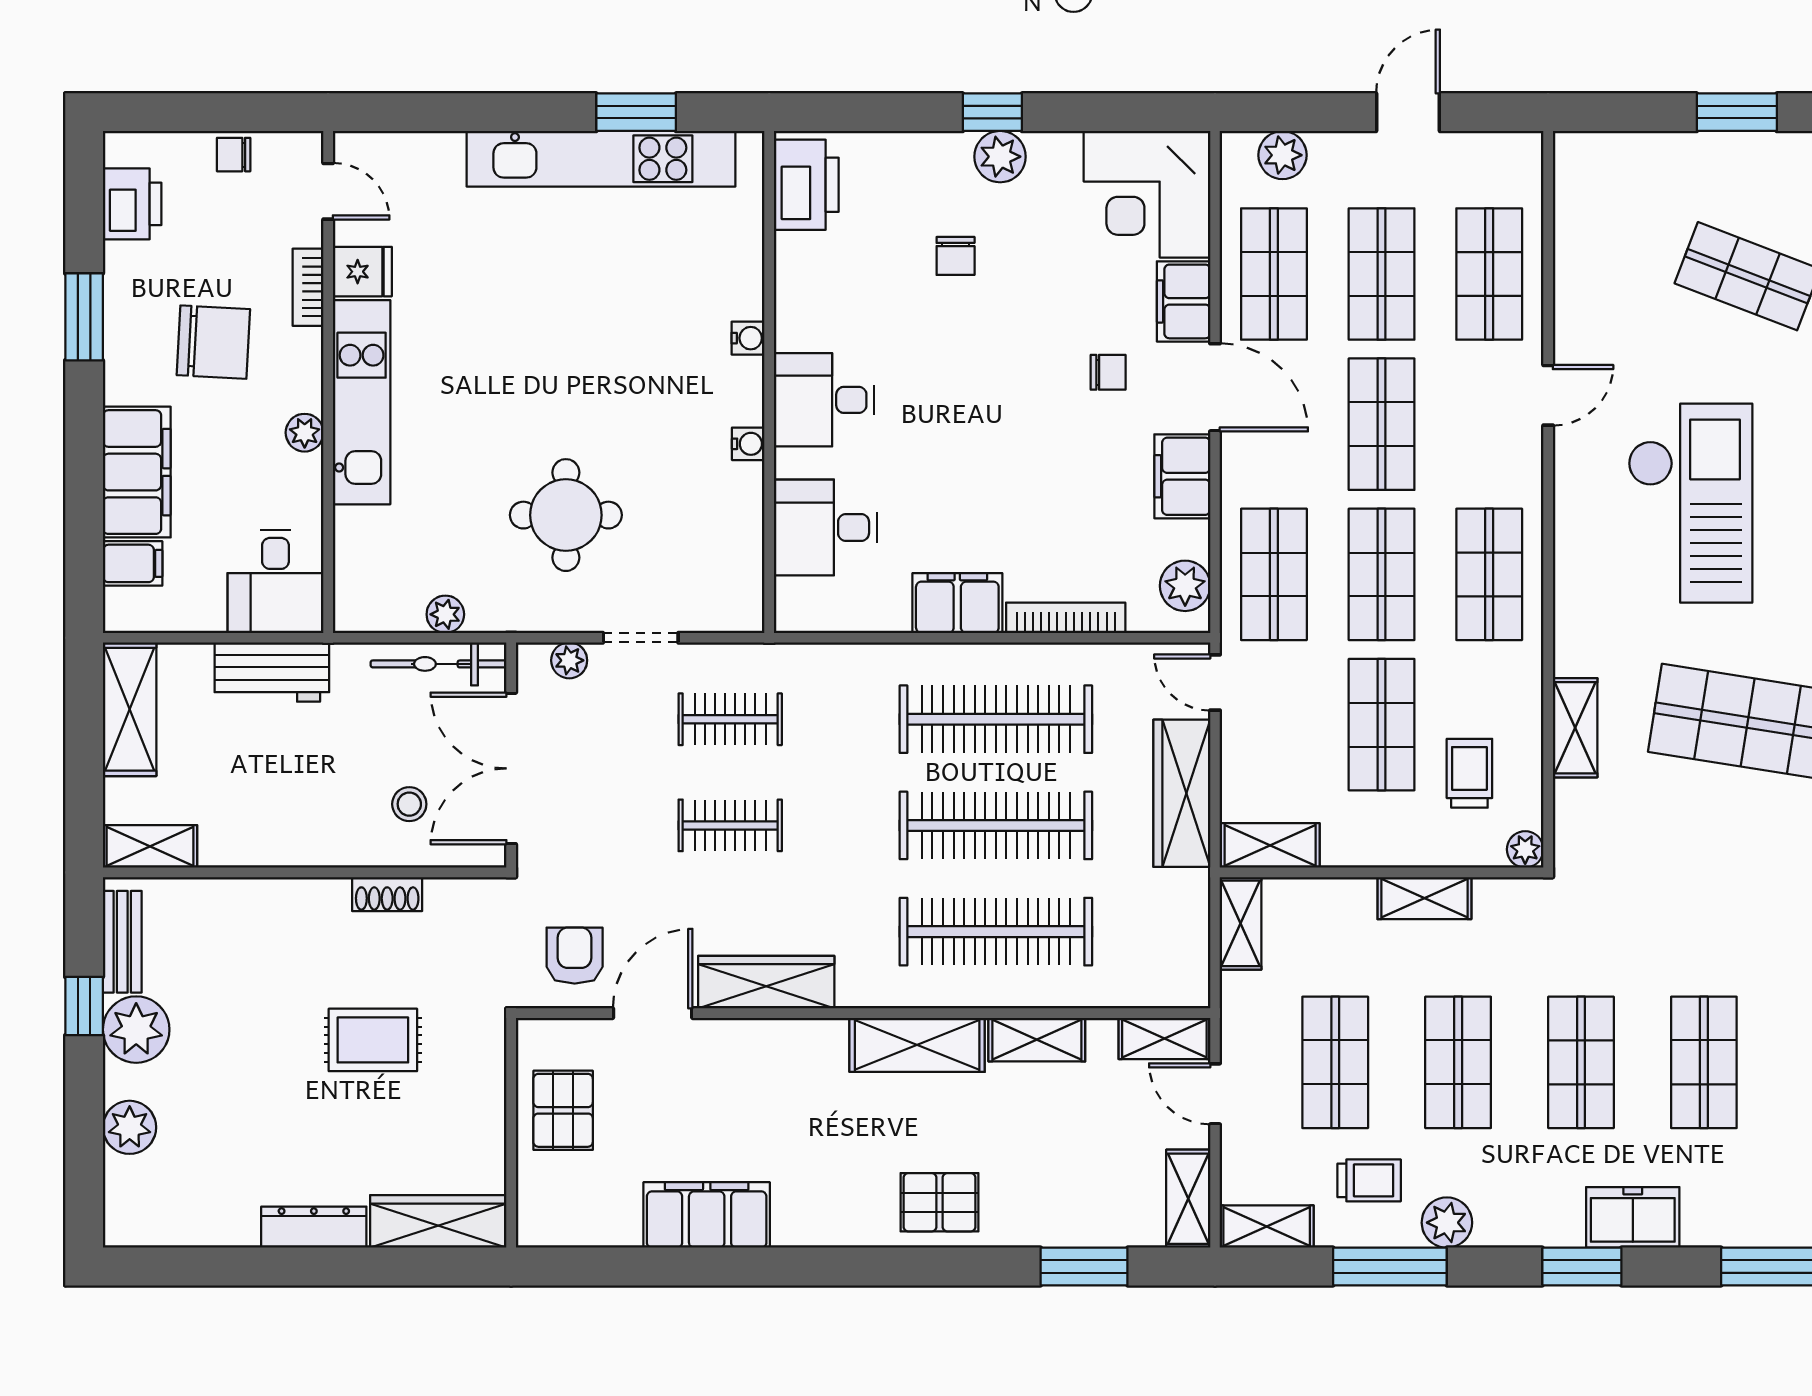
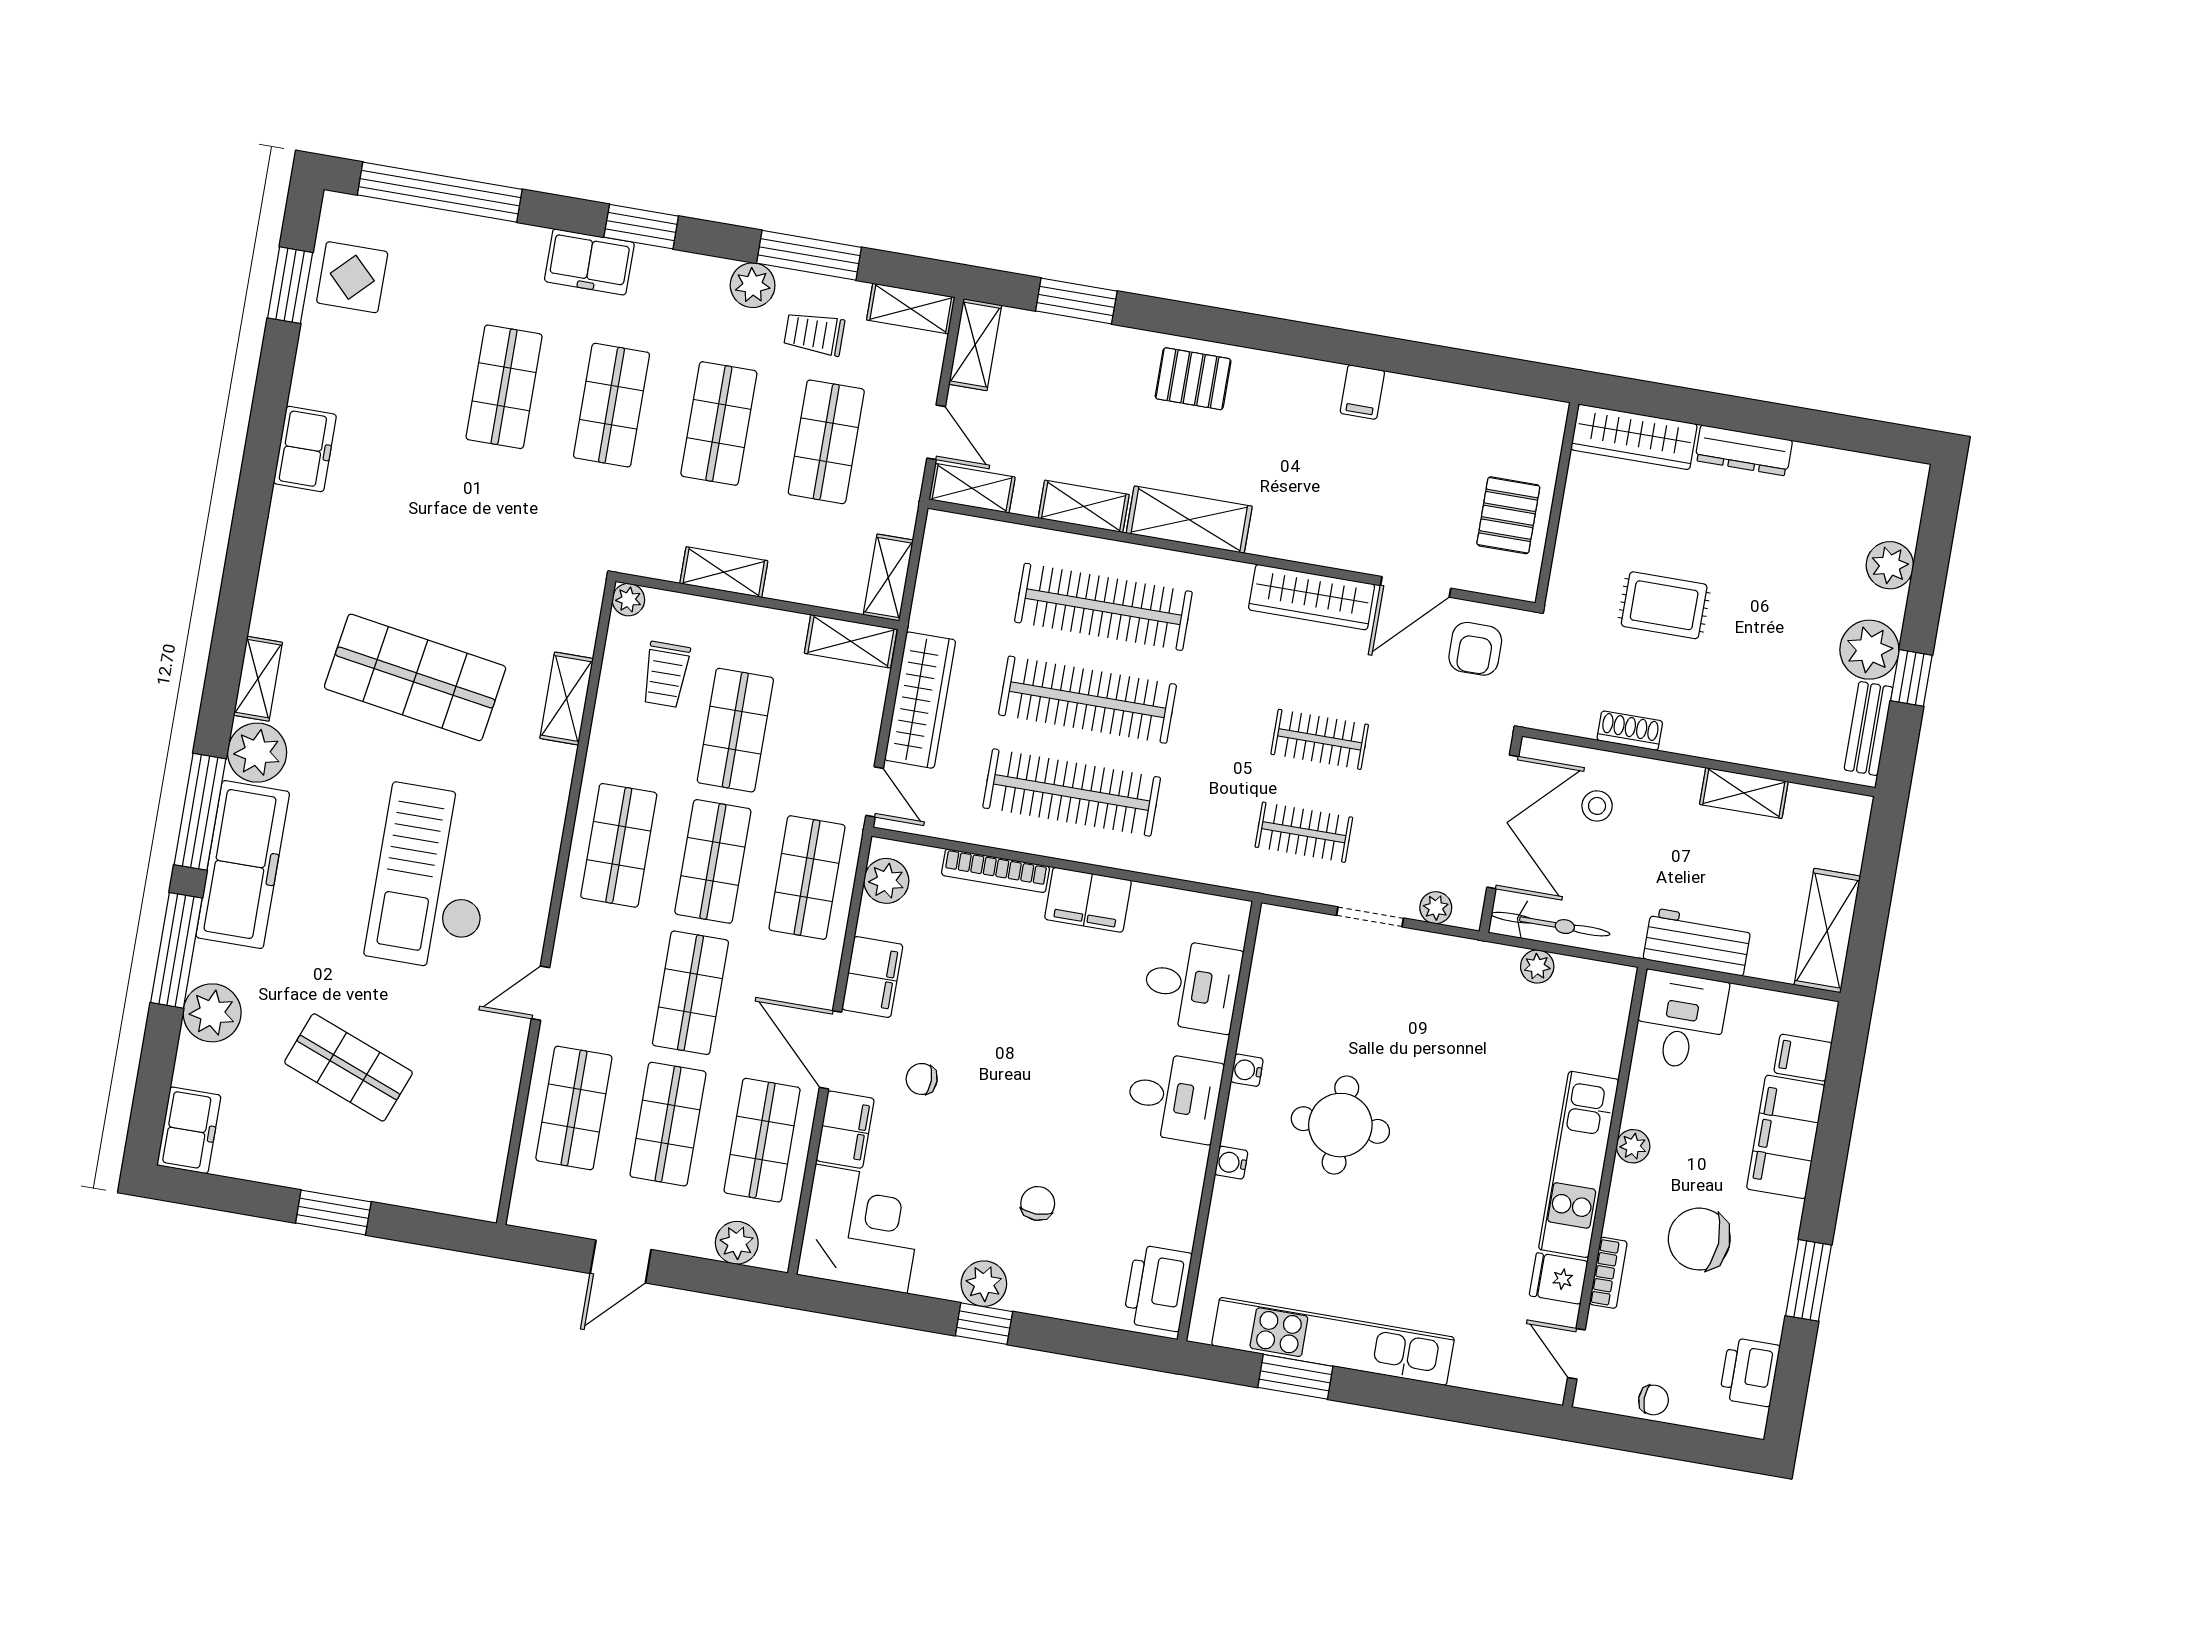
round table: (566, 515) -> (1340, 1125), moved
shelving: (150, 846) -> (1744, 793), moved
filing cabinet: (707, 1215) -> (1362, 392), width x0.33, depth x0.86

